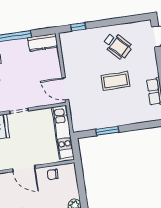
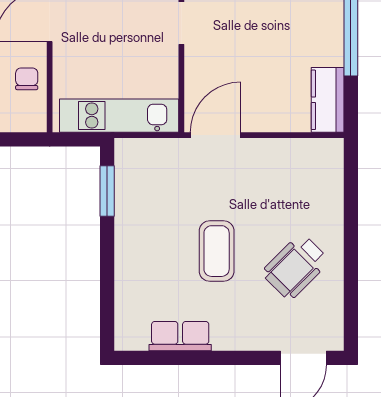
window: (78, 27) -> (351, 185), removed
window: (107, 131) -> (107, 191), moved

